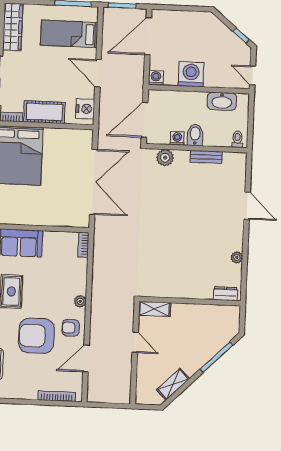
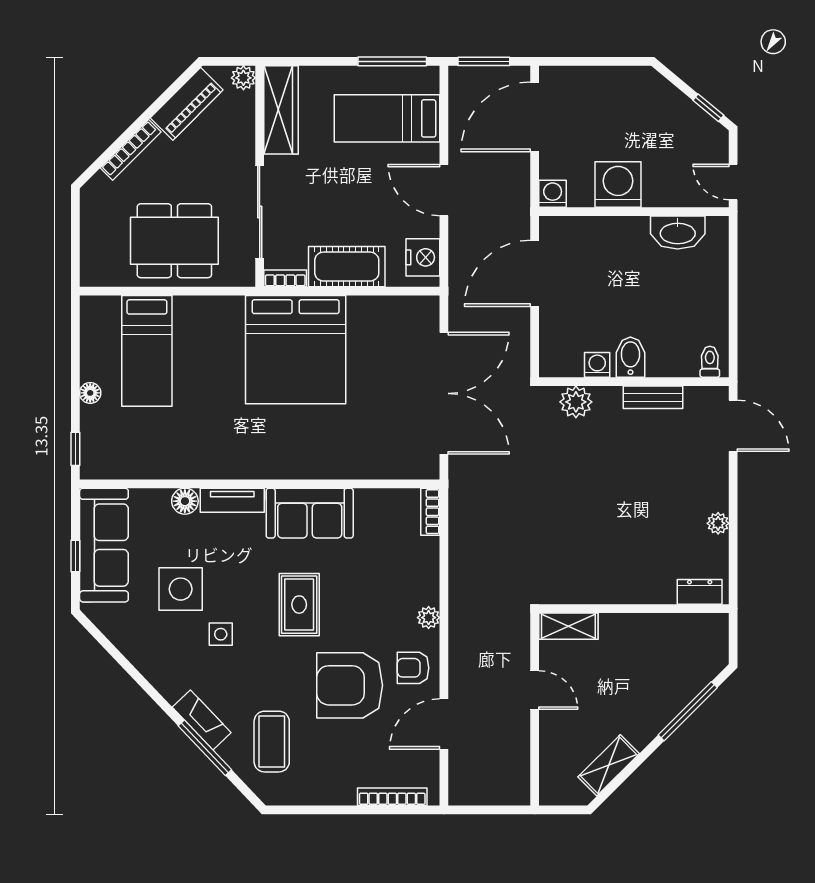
bidet: (195, 135) -> (630, 357), moved
washing machine: (177, 138) -> (597, 365), moved
toilet: (237, 139) -> (710, 362), moved
wall: (196, 148) -> (634, 382), moved
bench: (206, 157) -> (653, 397), moved
plant: (165, 158) -> (576, 402), moved

